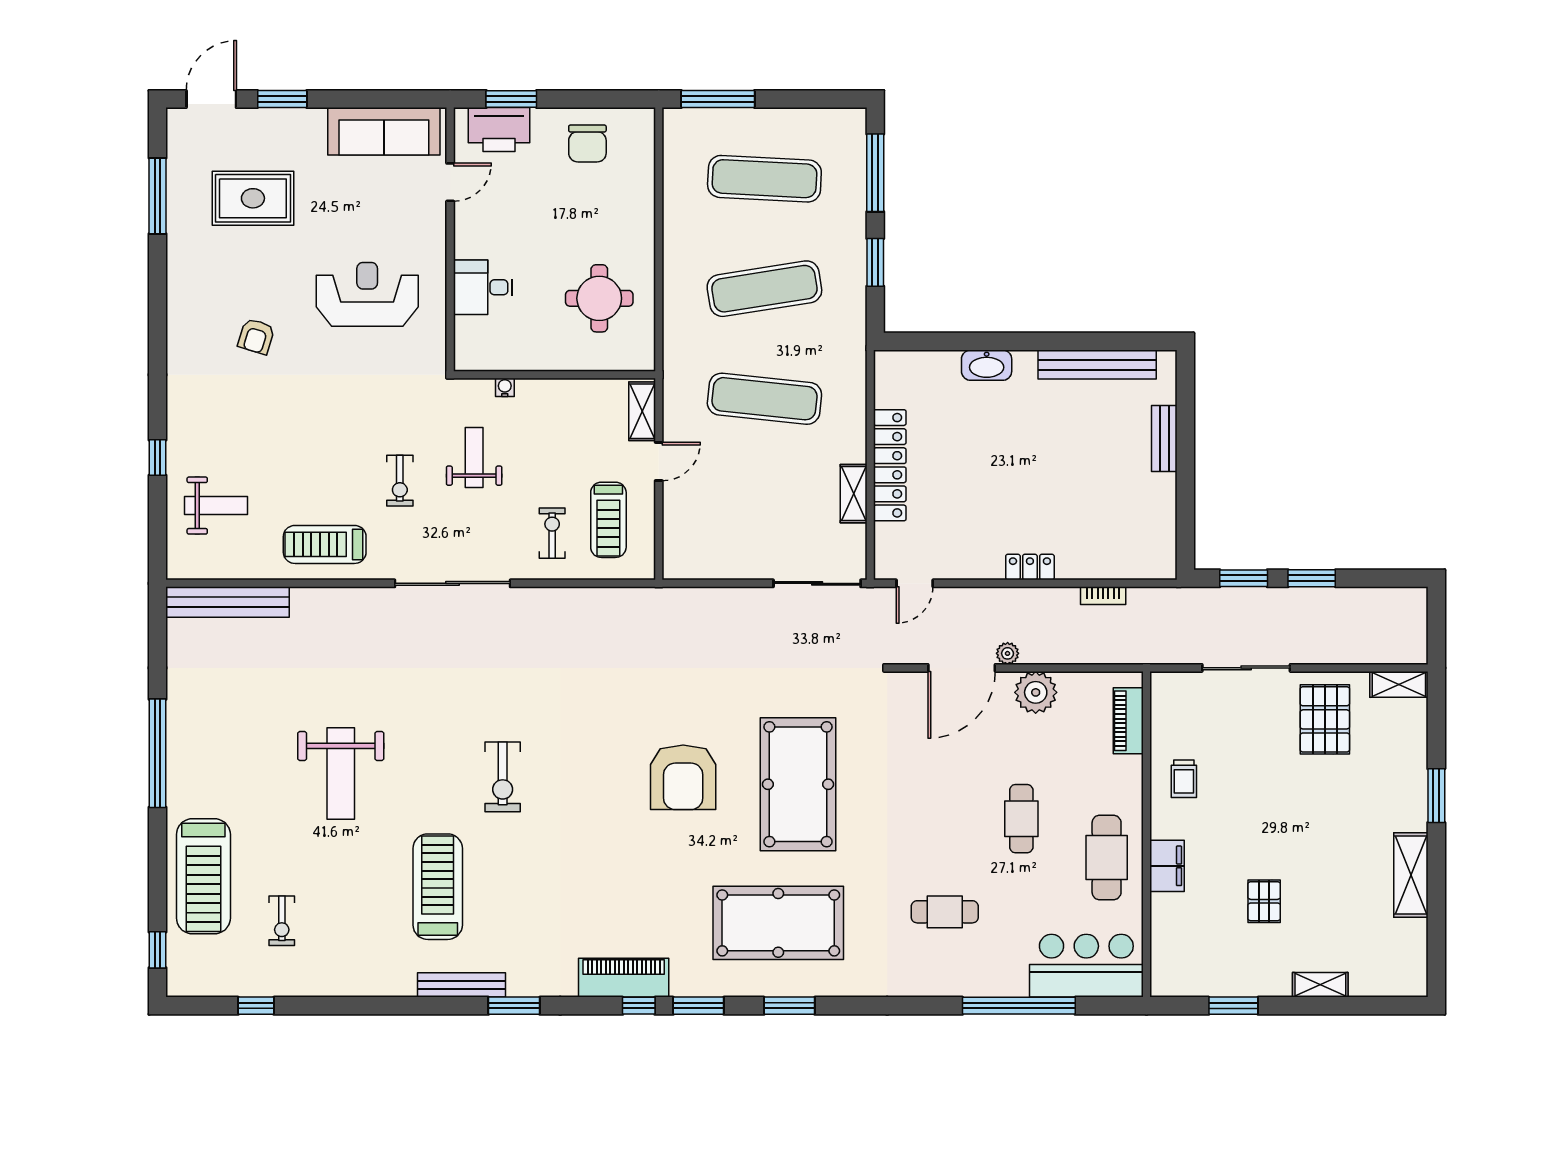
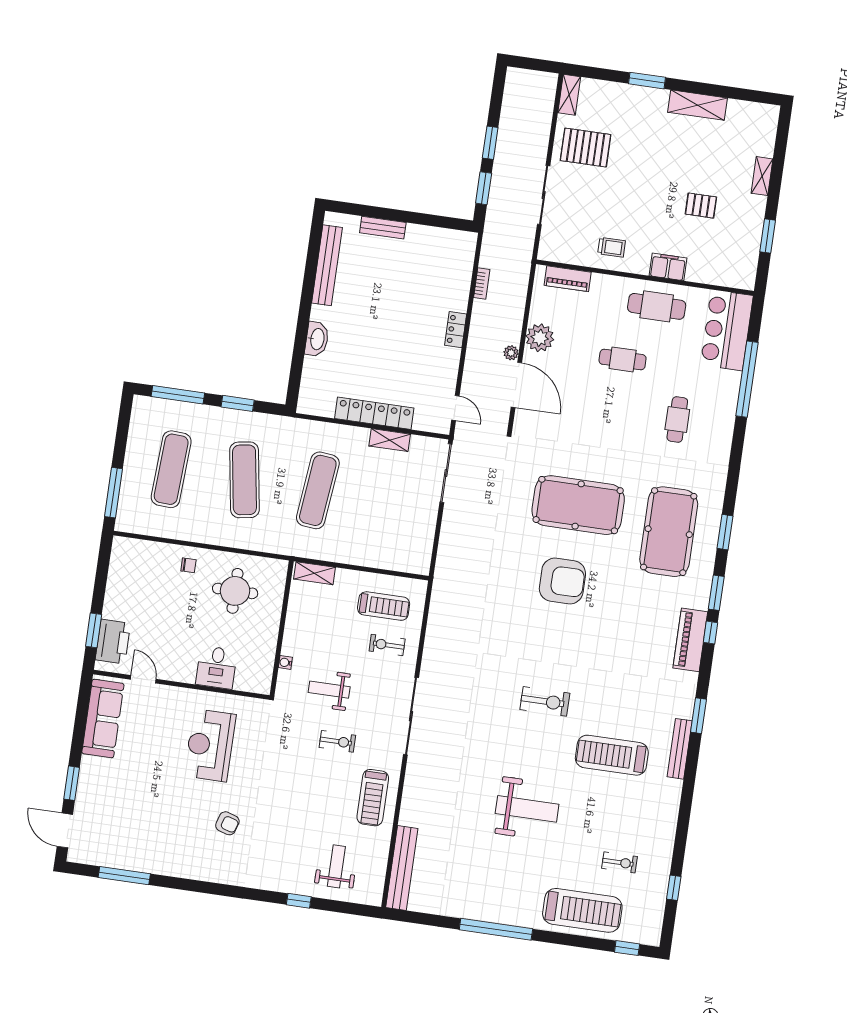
chair: (587, 143) -> (188, 565), moved, width x0.54, depth x0.54
rug: (253, 198) -> (135, 812), removed
door: (659, 462) -> (350, 567), removed

